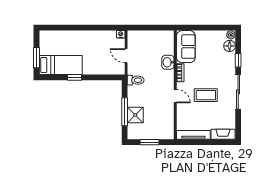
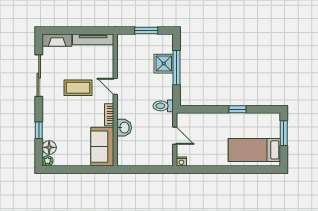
bed: (61, 65) -> (254, 150), moved
sliding door: (238, 92) -> (39, 76), moved

